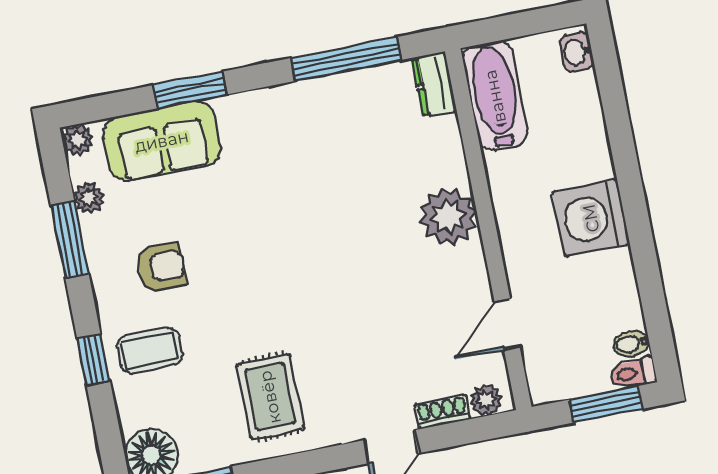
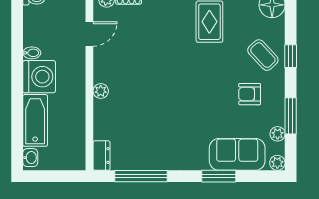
bathtub: (495, 96) -> (35, 120), moved, turned 180
plant: (448, 216) -> (101, 91), width x0.53, depth x0.53
bidet: (631, 344) -> (32, 53), moved
coffee table: (150, 351) -> (263, 55), turned 47

